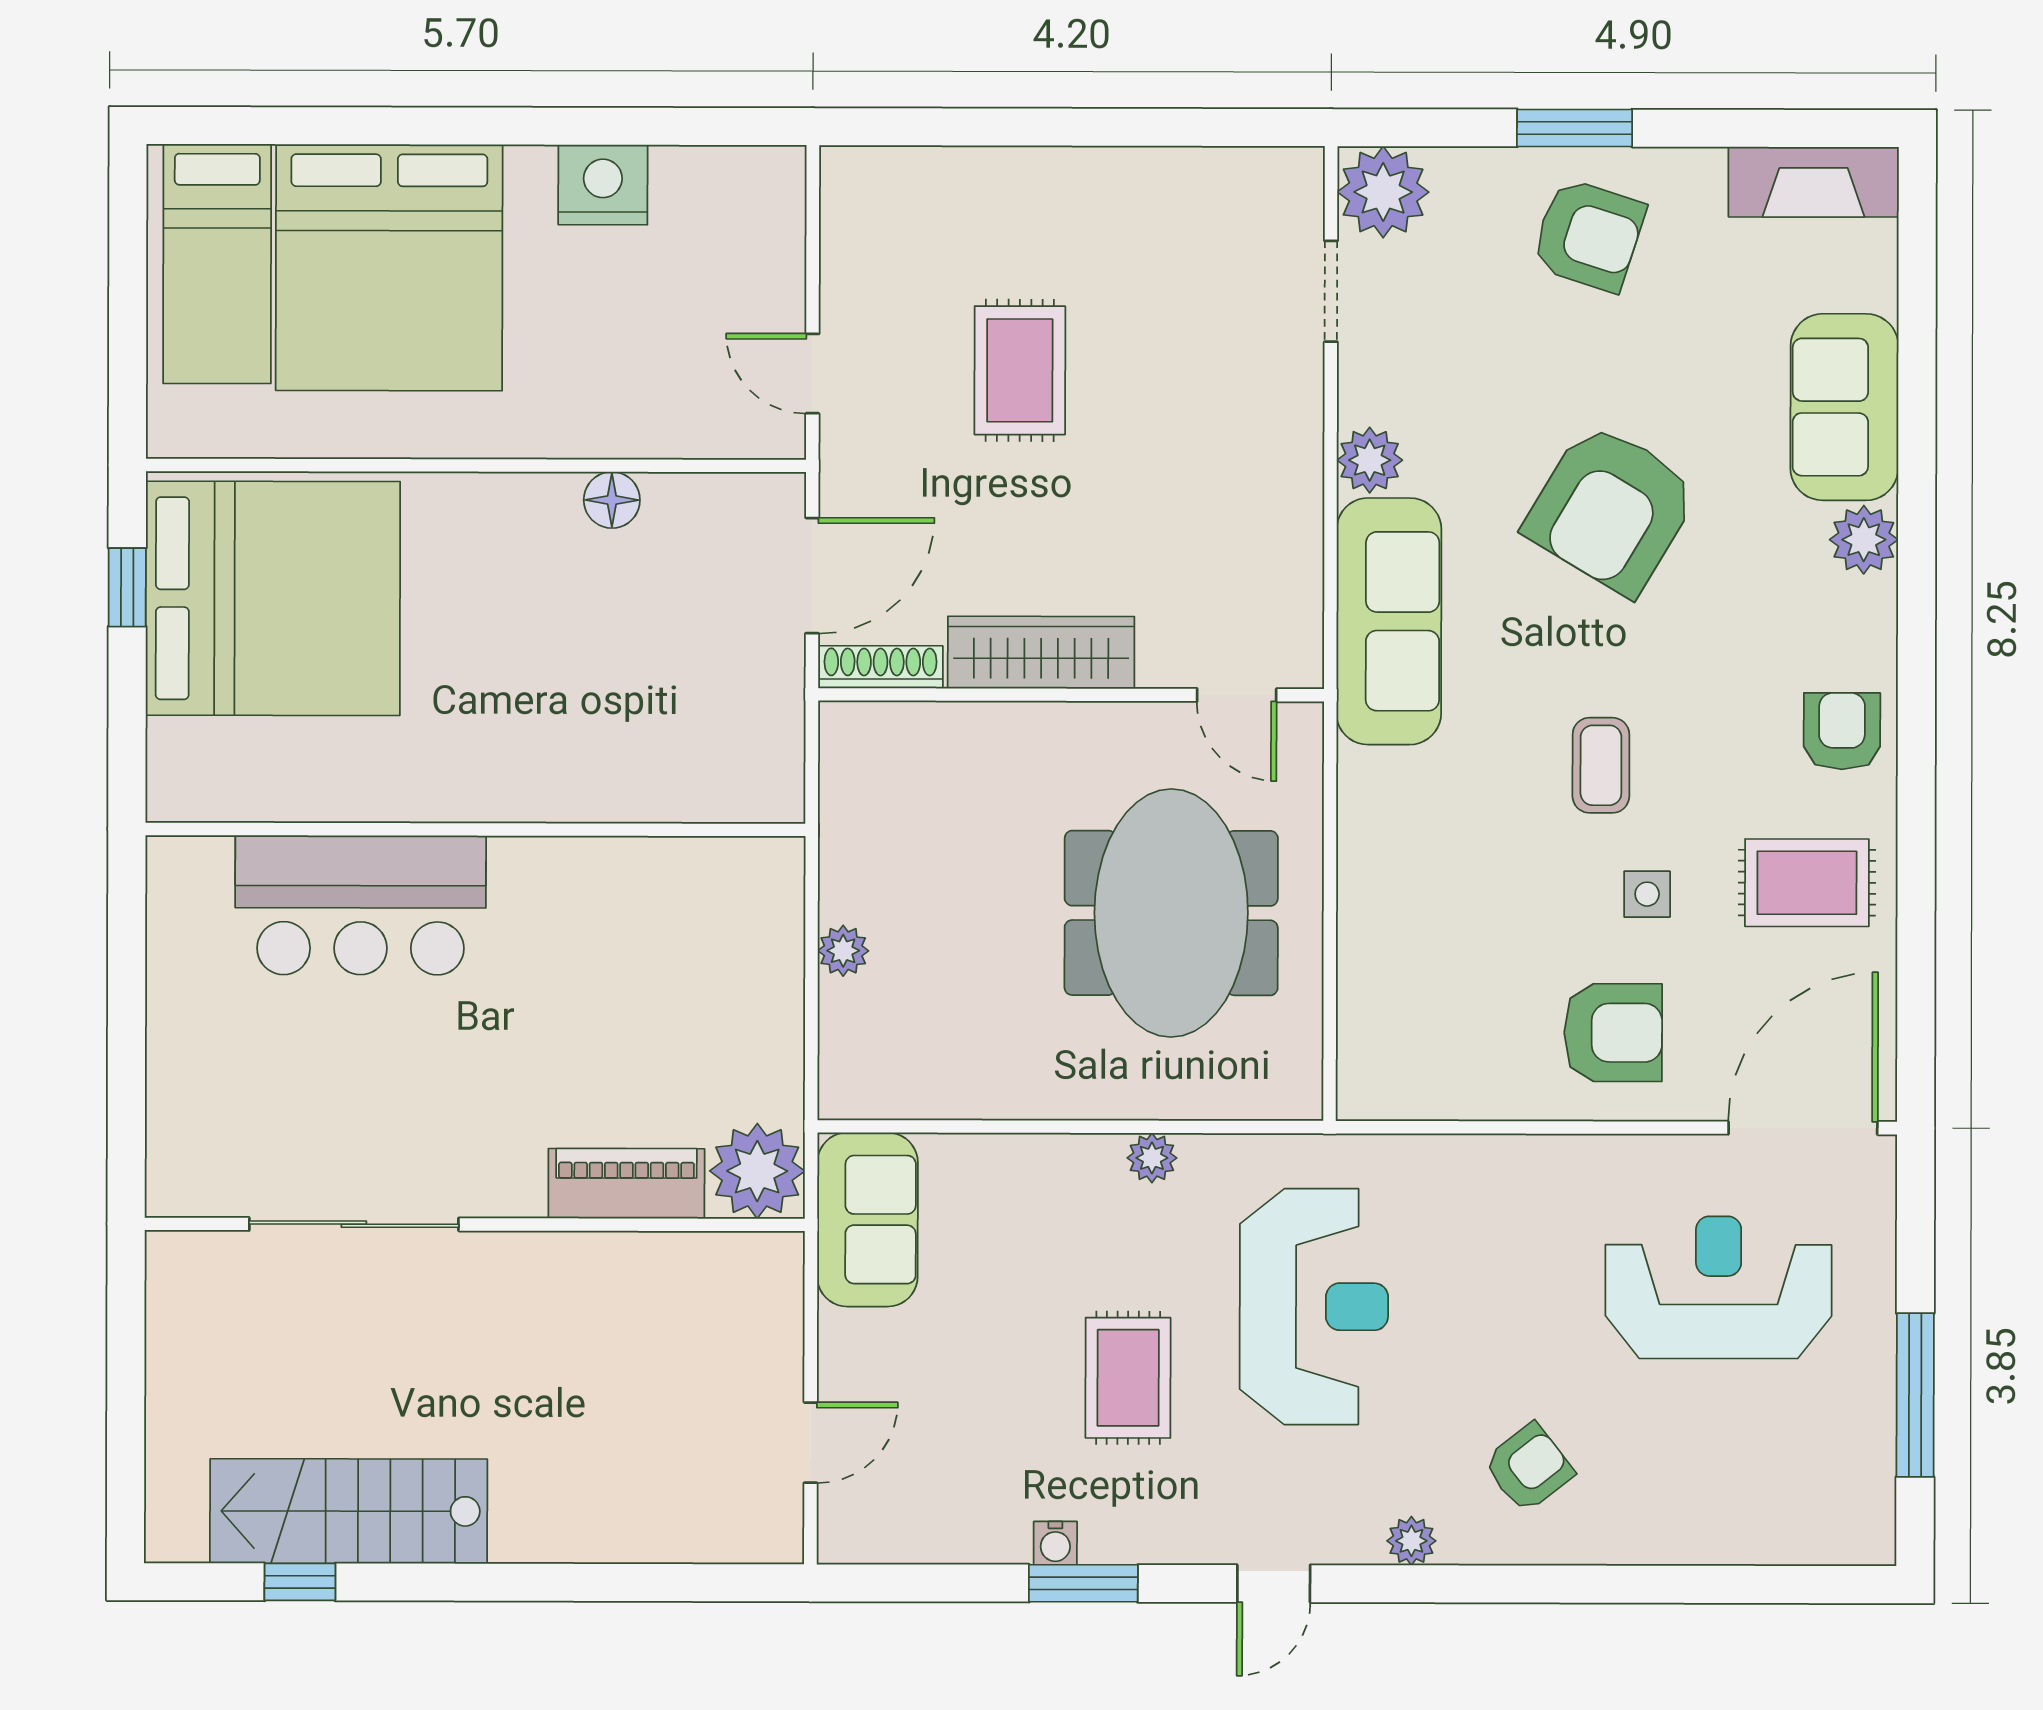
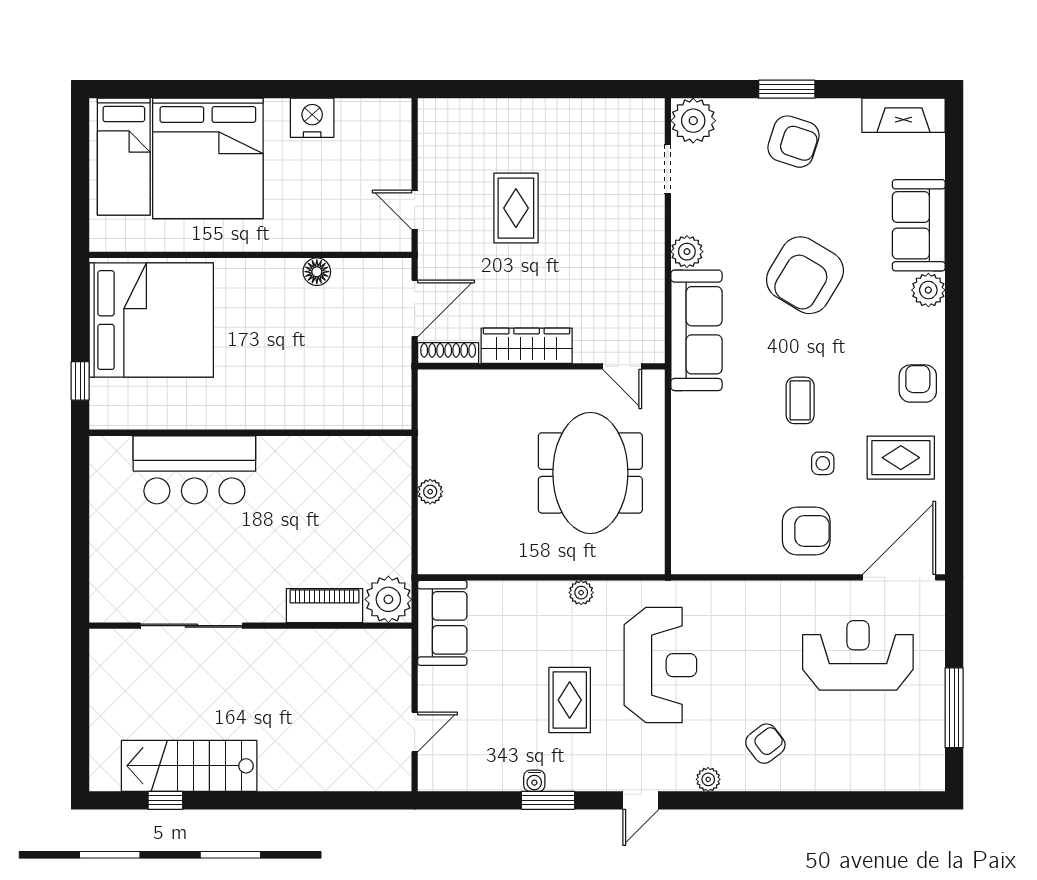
window: (127, 587) -> (80, 381), moved

